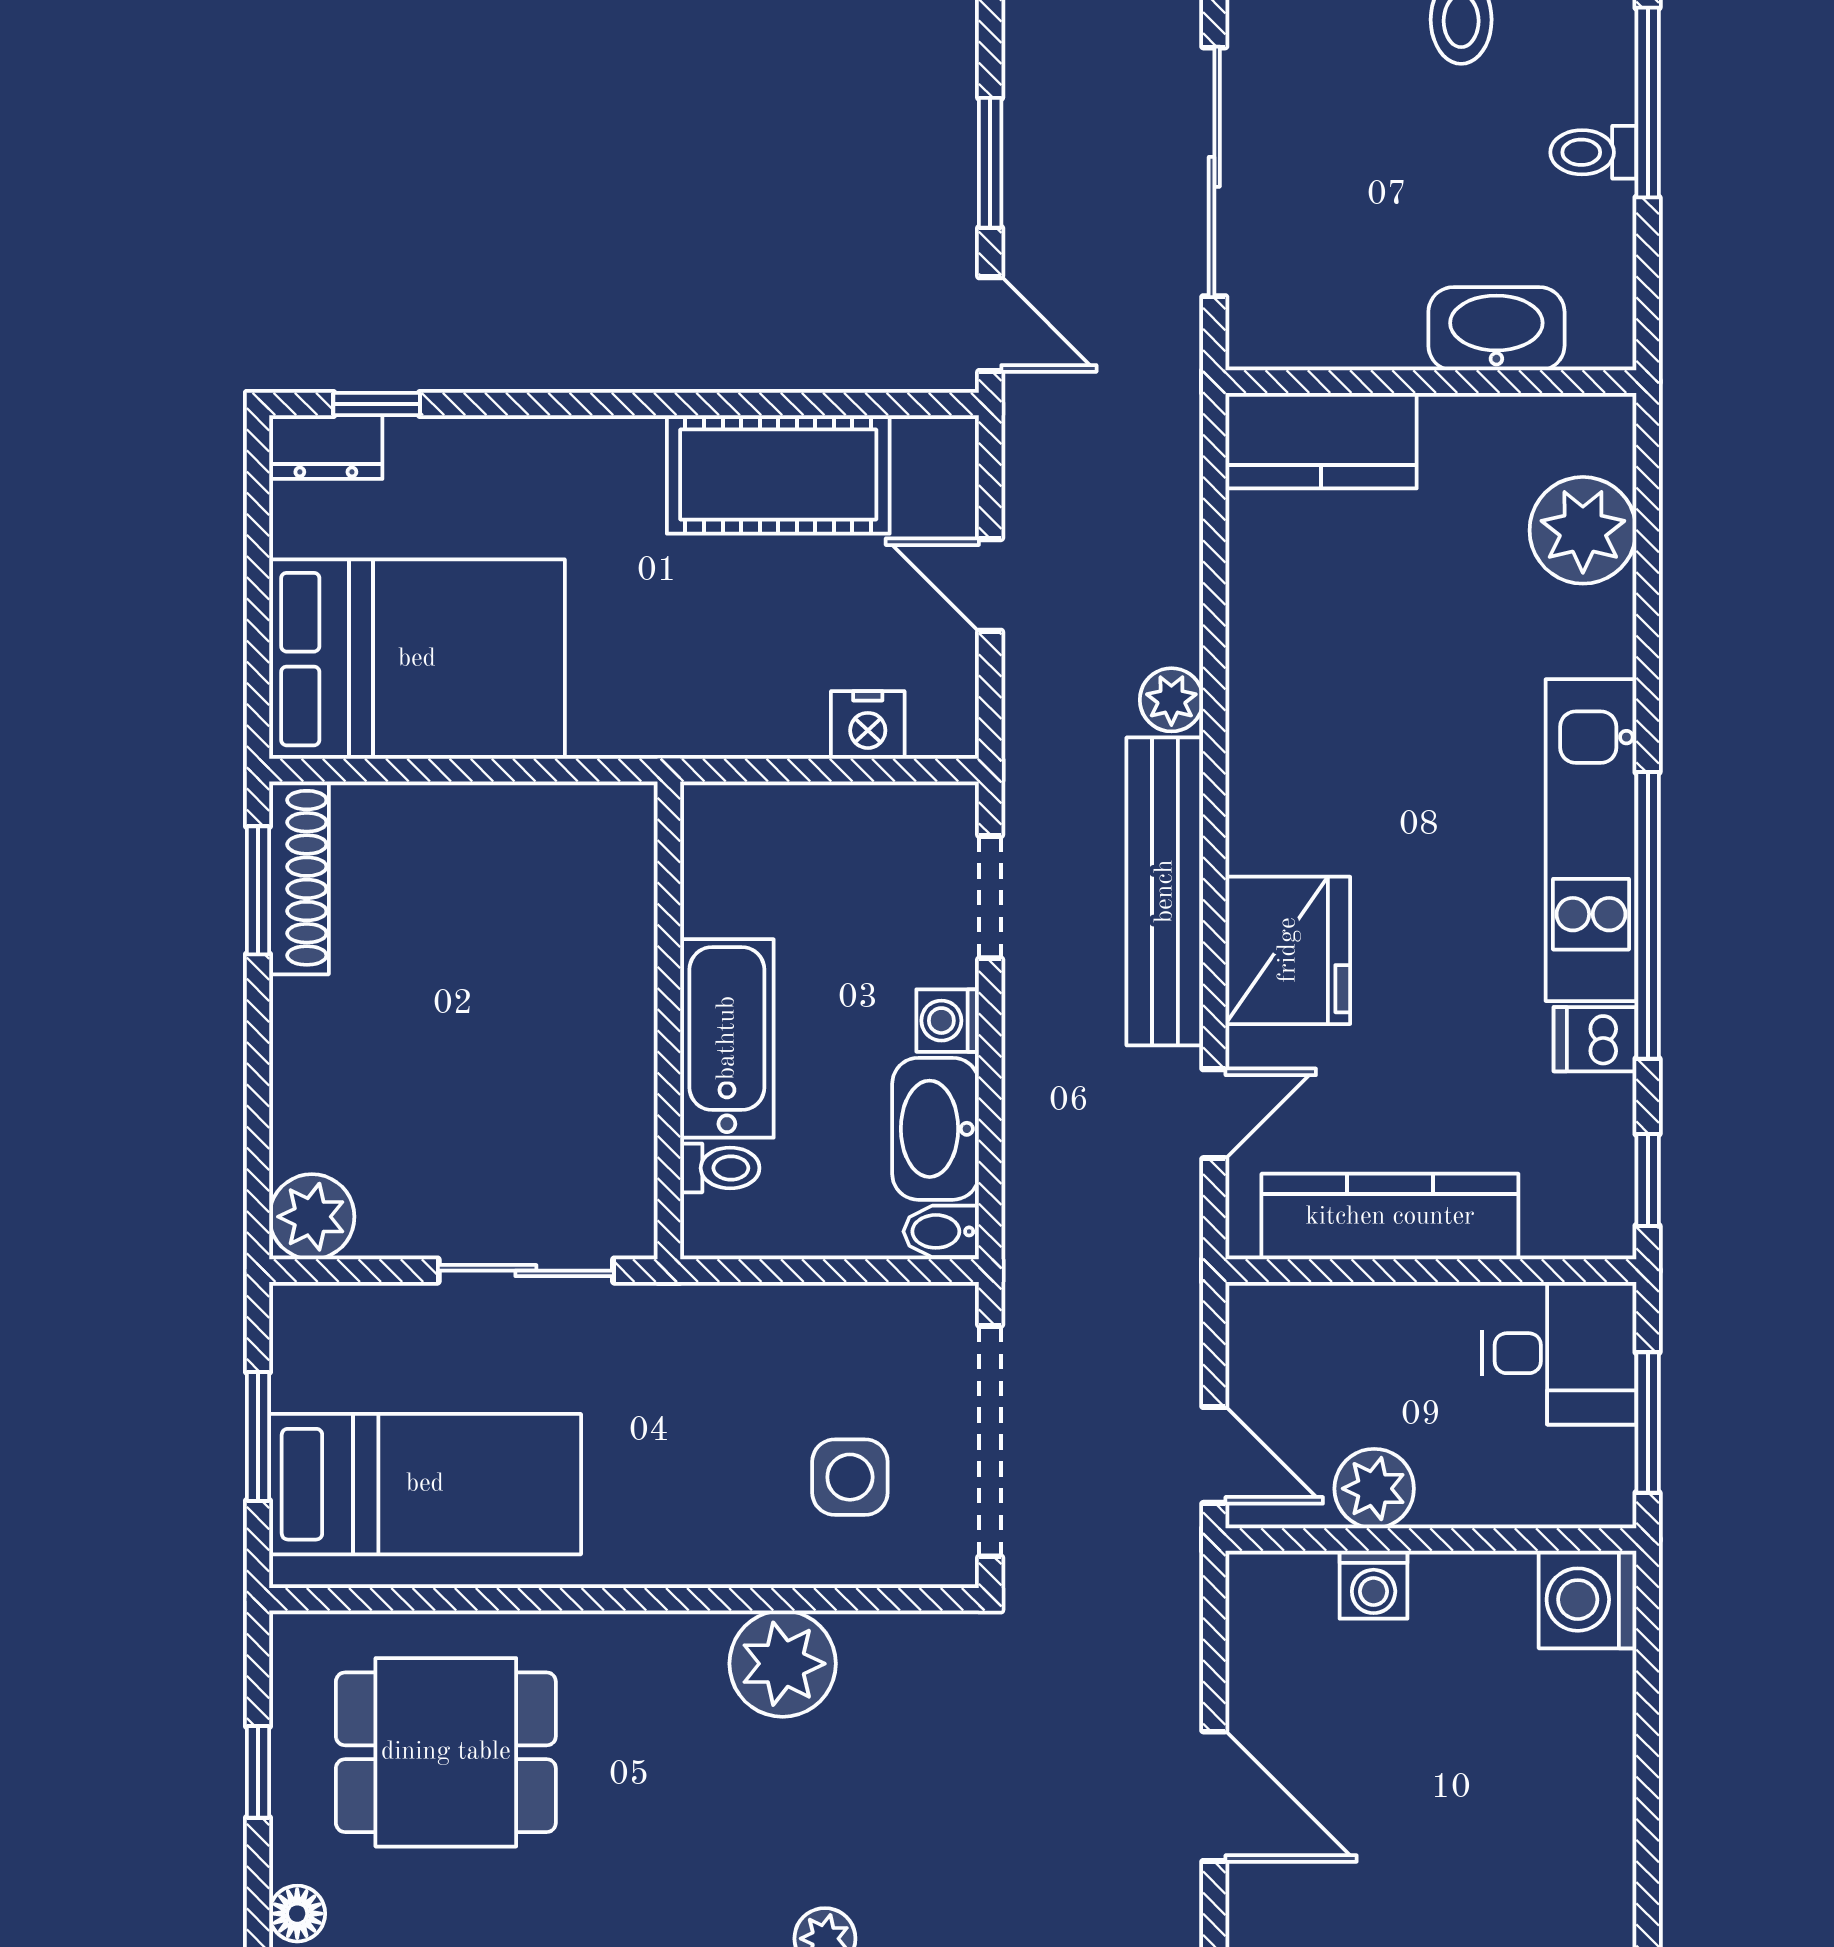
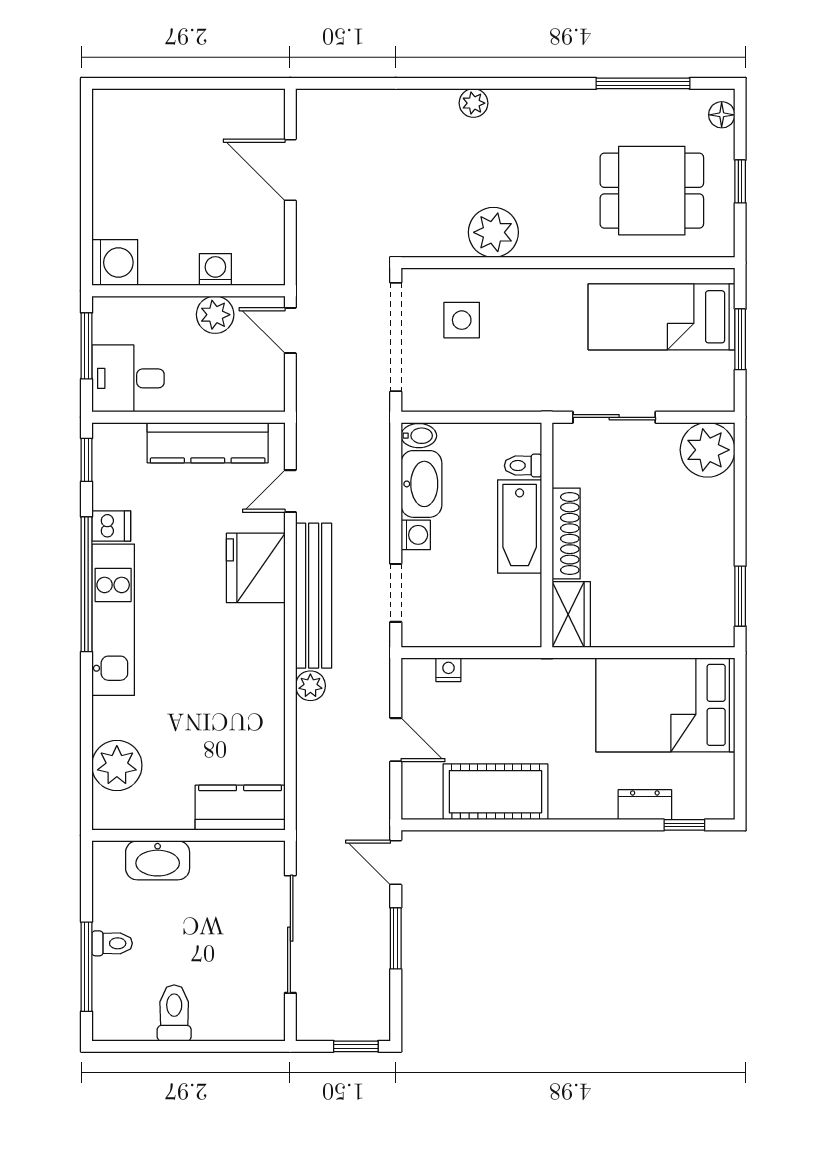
dresser: (326, 447) -> (645, 805), moved
nightstand: (868, 725) -> (448, 670), width x0.72, depth x0.74
wardrobe: (617, 851) -> (571, 615), added
shoe rack: (299, 878) -> (566, 533), moved, turned 180
plant: (312, 1217) -> (708, 450), width x1.36, depth x1.36

